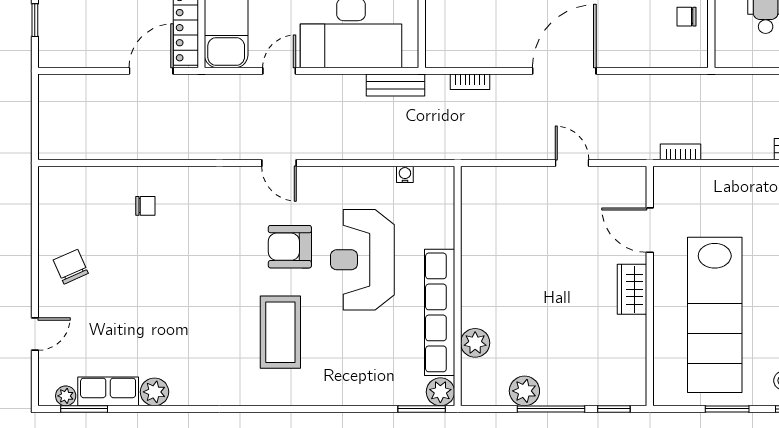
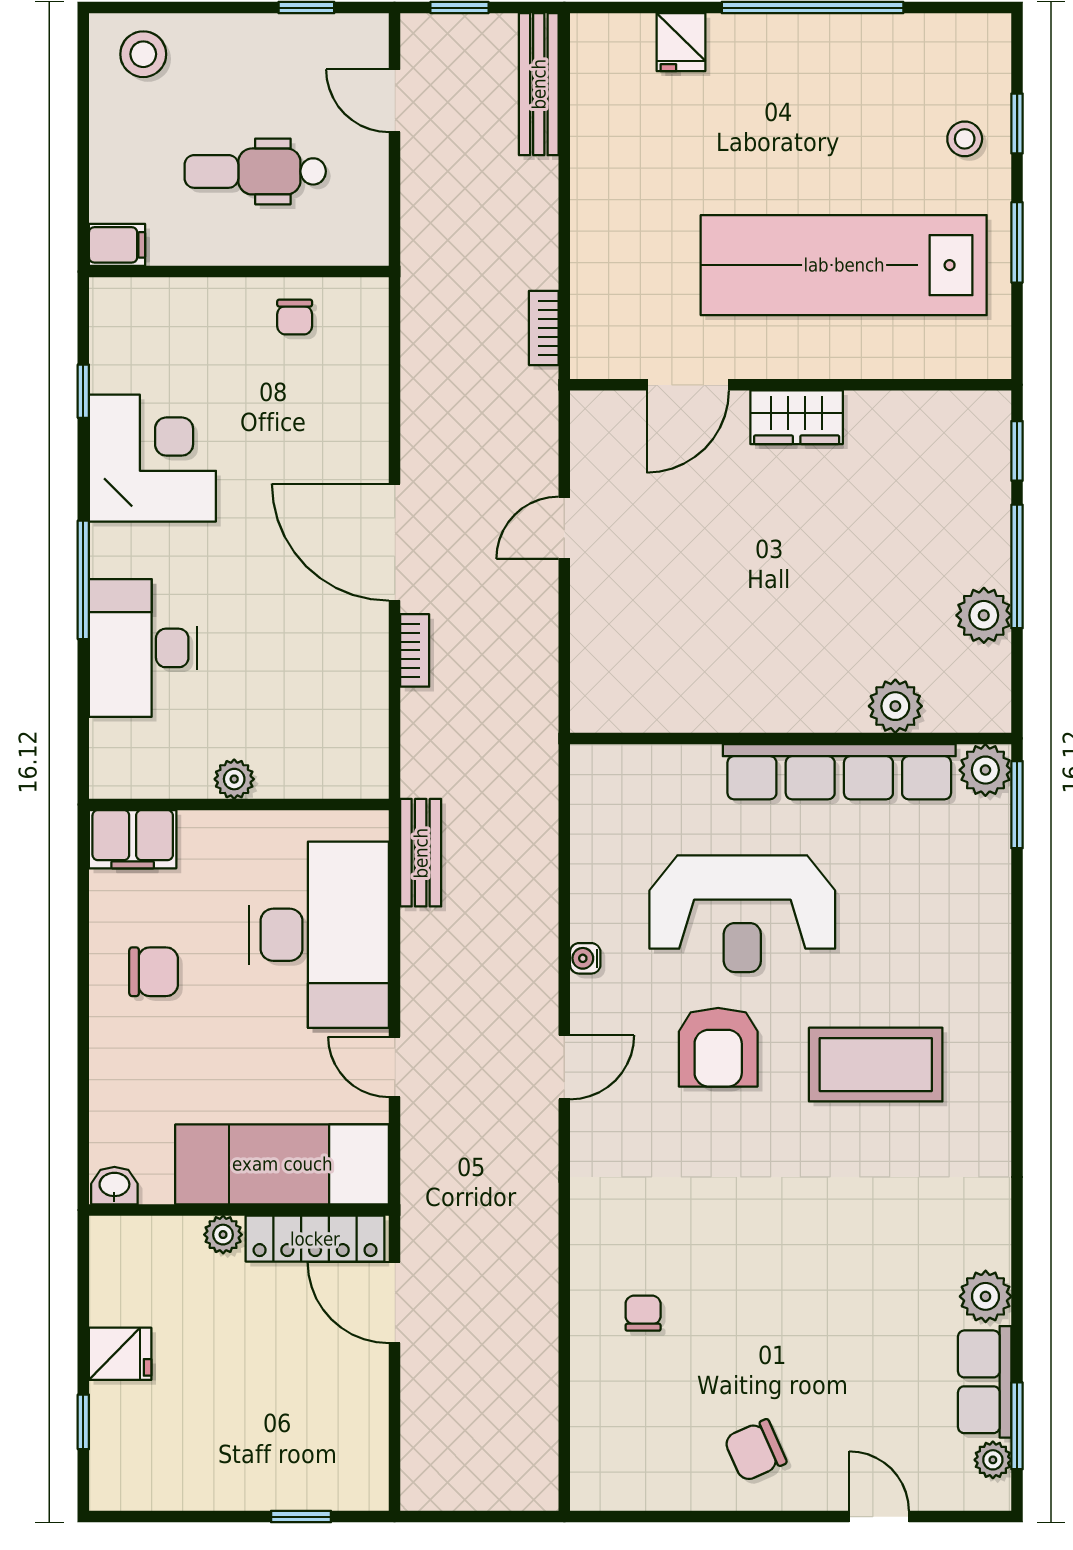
bookcase: (470, 82) -> (415, 650), moved
water cooler: (405, 174) -> (585, 958), moved
lab bench: (715, 315) -> (844, 265), turned 180

